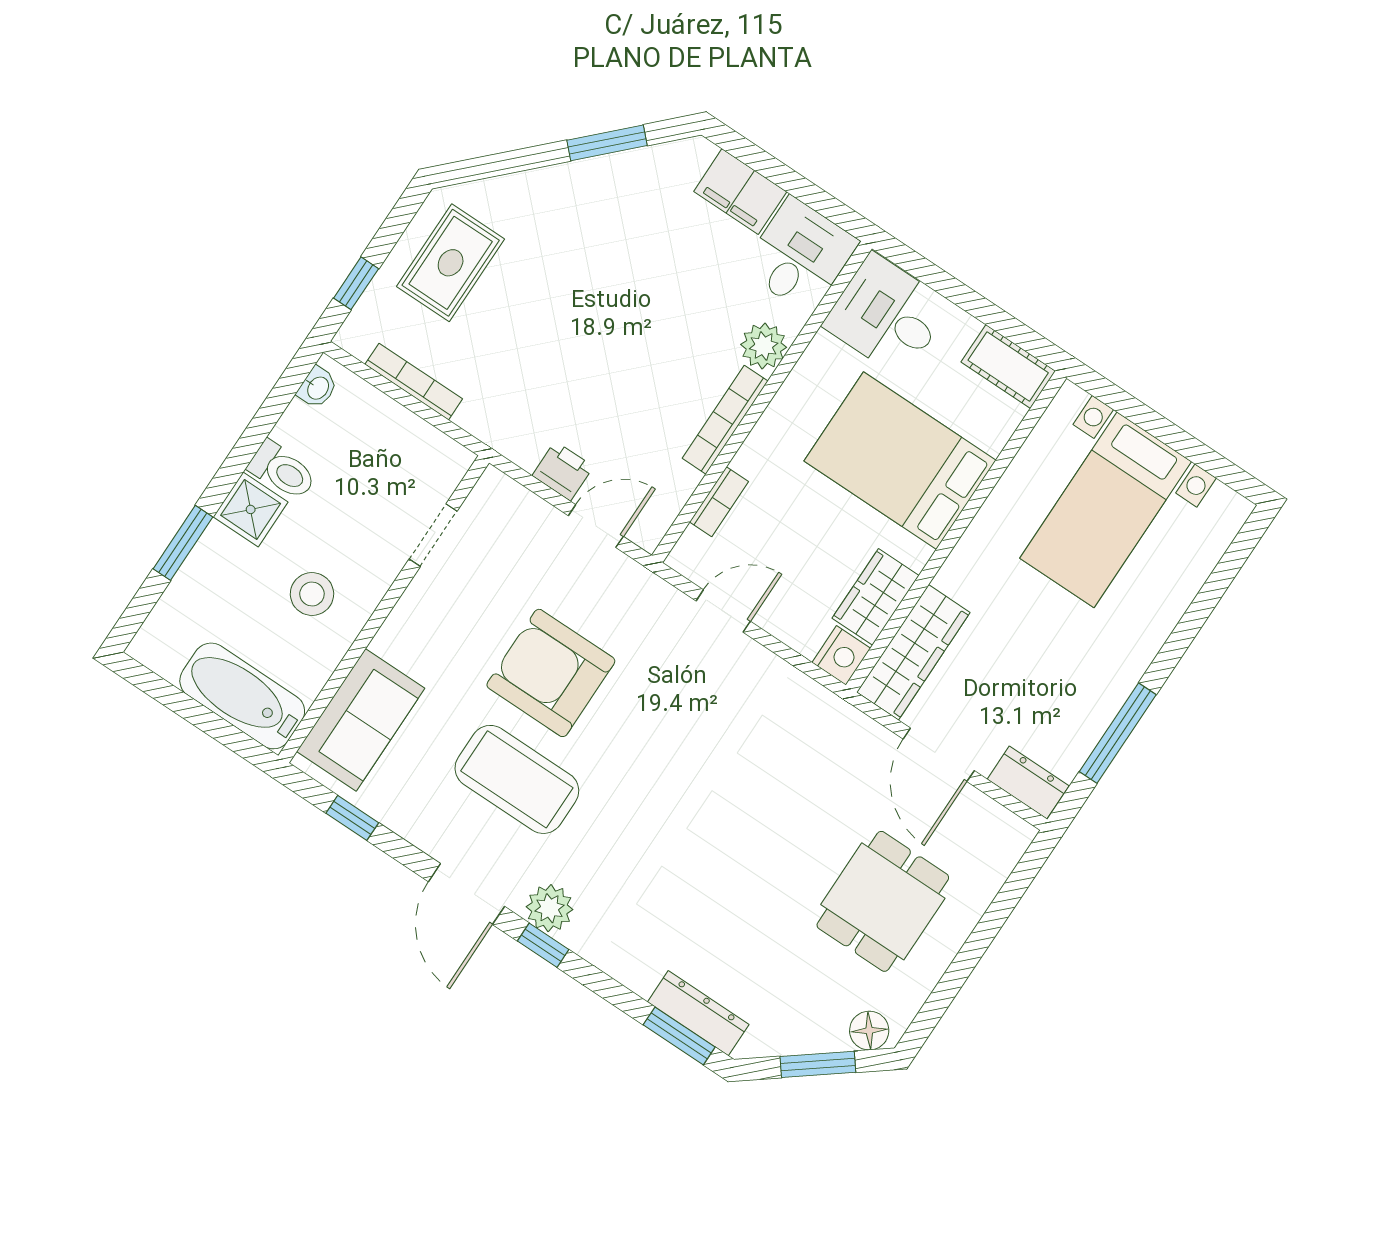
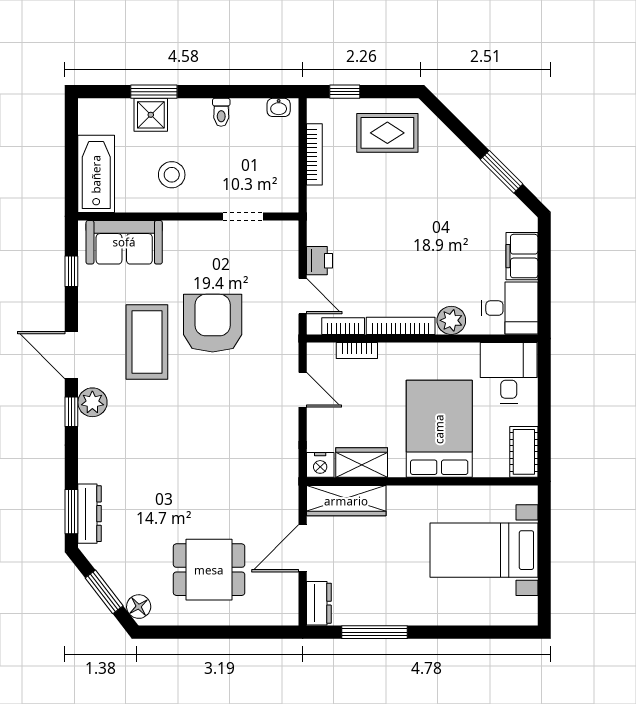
toilet: (282, 471) -> (221, 112), width x0.73, depth x0.72
bookcase: (673, 498) -> (343, 326), added
shower: (251, 509) -> (151, 115), moved
door: (466, 894) -> (71, 355), hinge flipped

